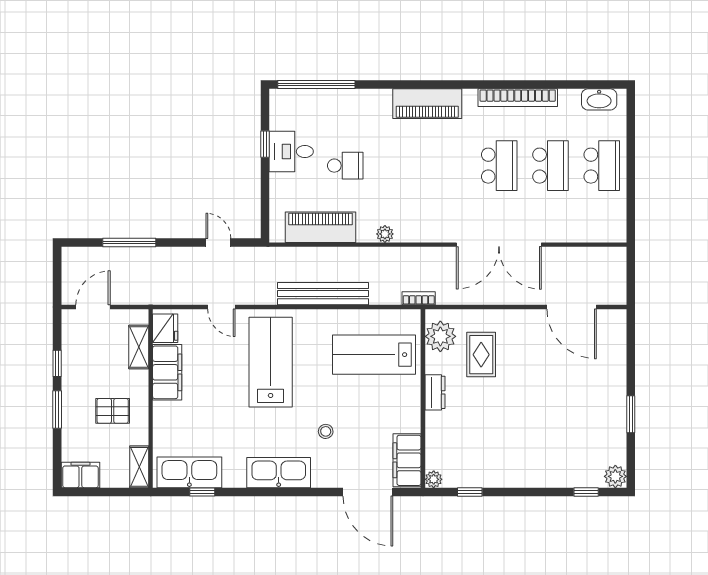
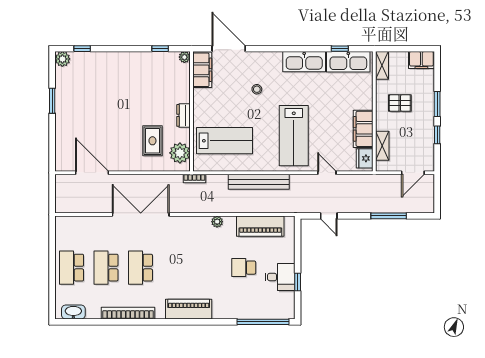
kitchen sink: (279, 473) -> (304, 62), moved

